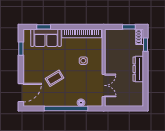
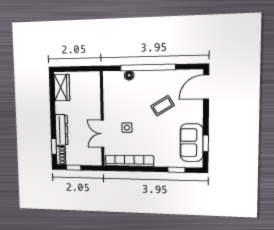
sofa: (46, 38) -> (192, 143), moved, turned -90
dresser: (138, 69) -> (62, 130), moved
double door: (104, 85) -> (102, 134), moved
wardrobe: (137, 94) -> (62, 88), added

